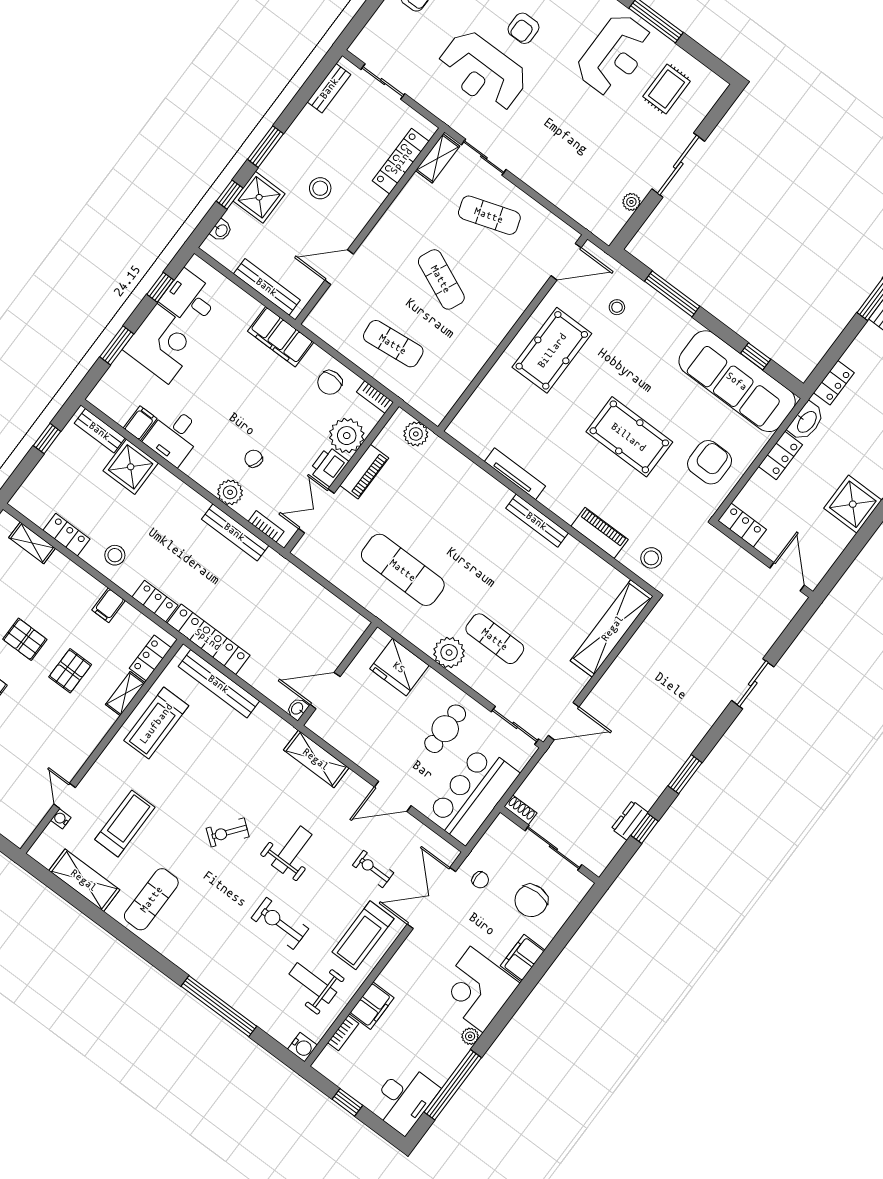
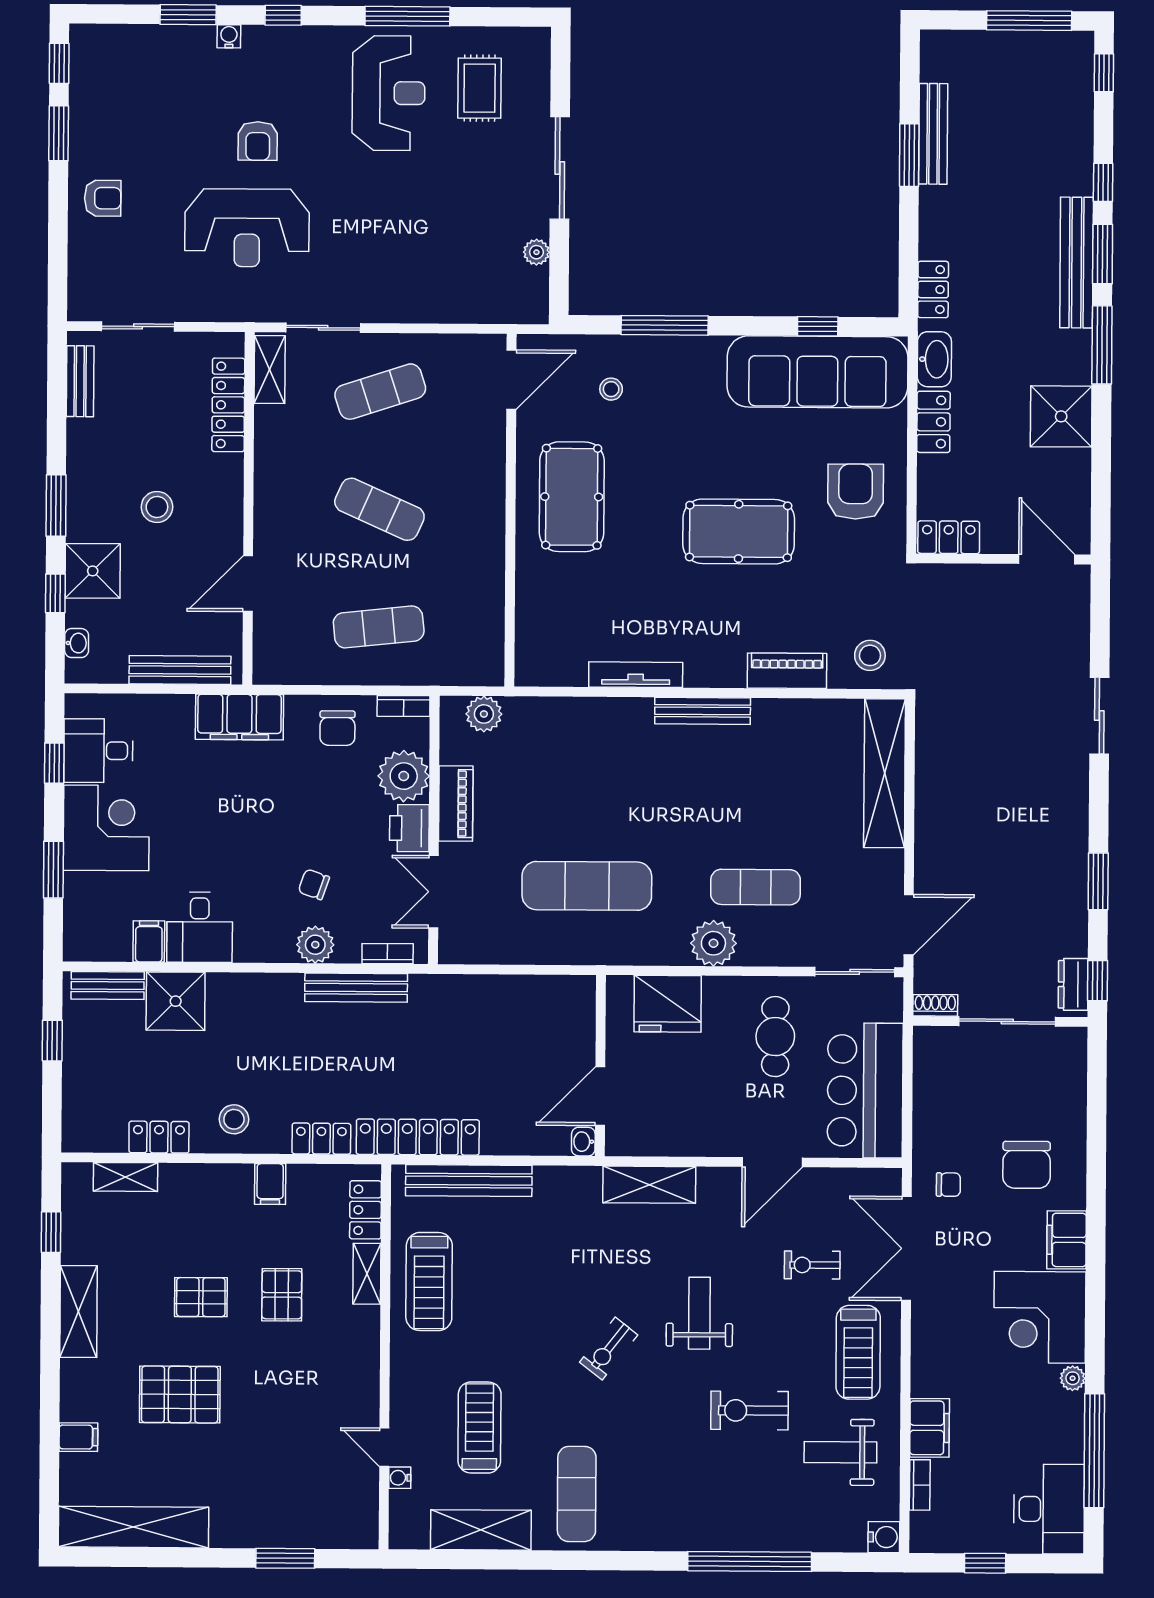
shoe rack: (520, 810) -> (935, 1005), moved
wall: (550, 845) -> (1000, 1021), moved
sliding door: (553, 848) -> (1007, 1021), moved

